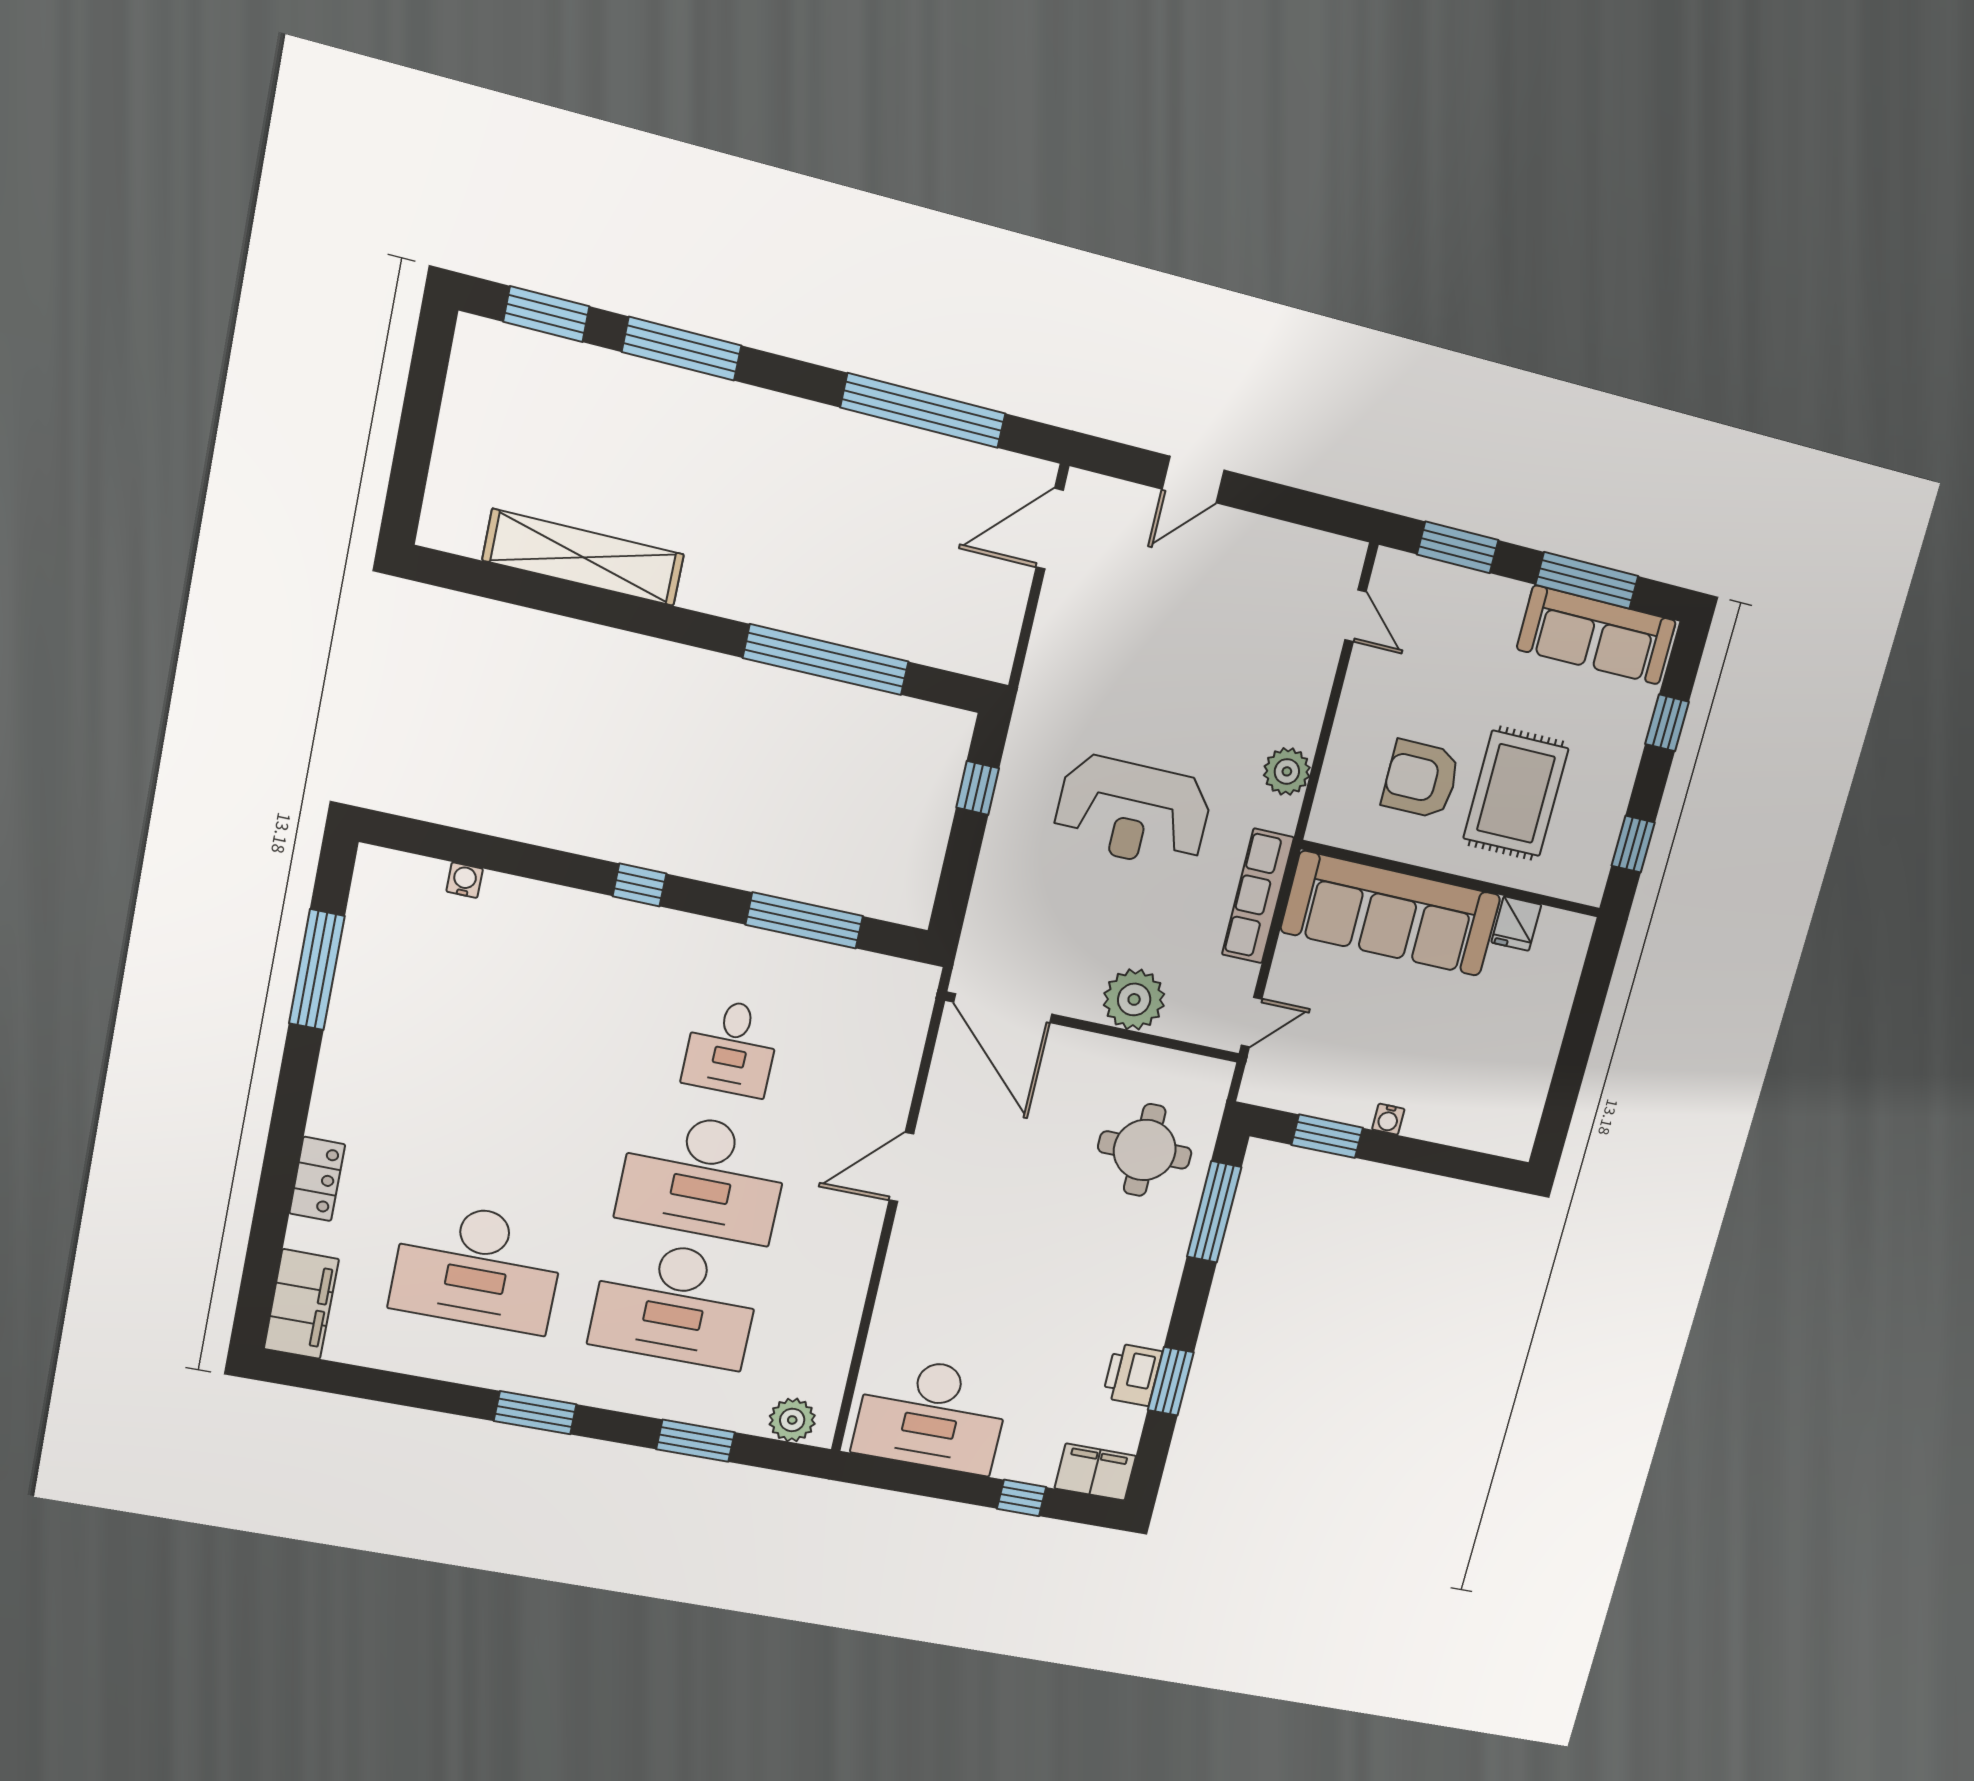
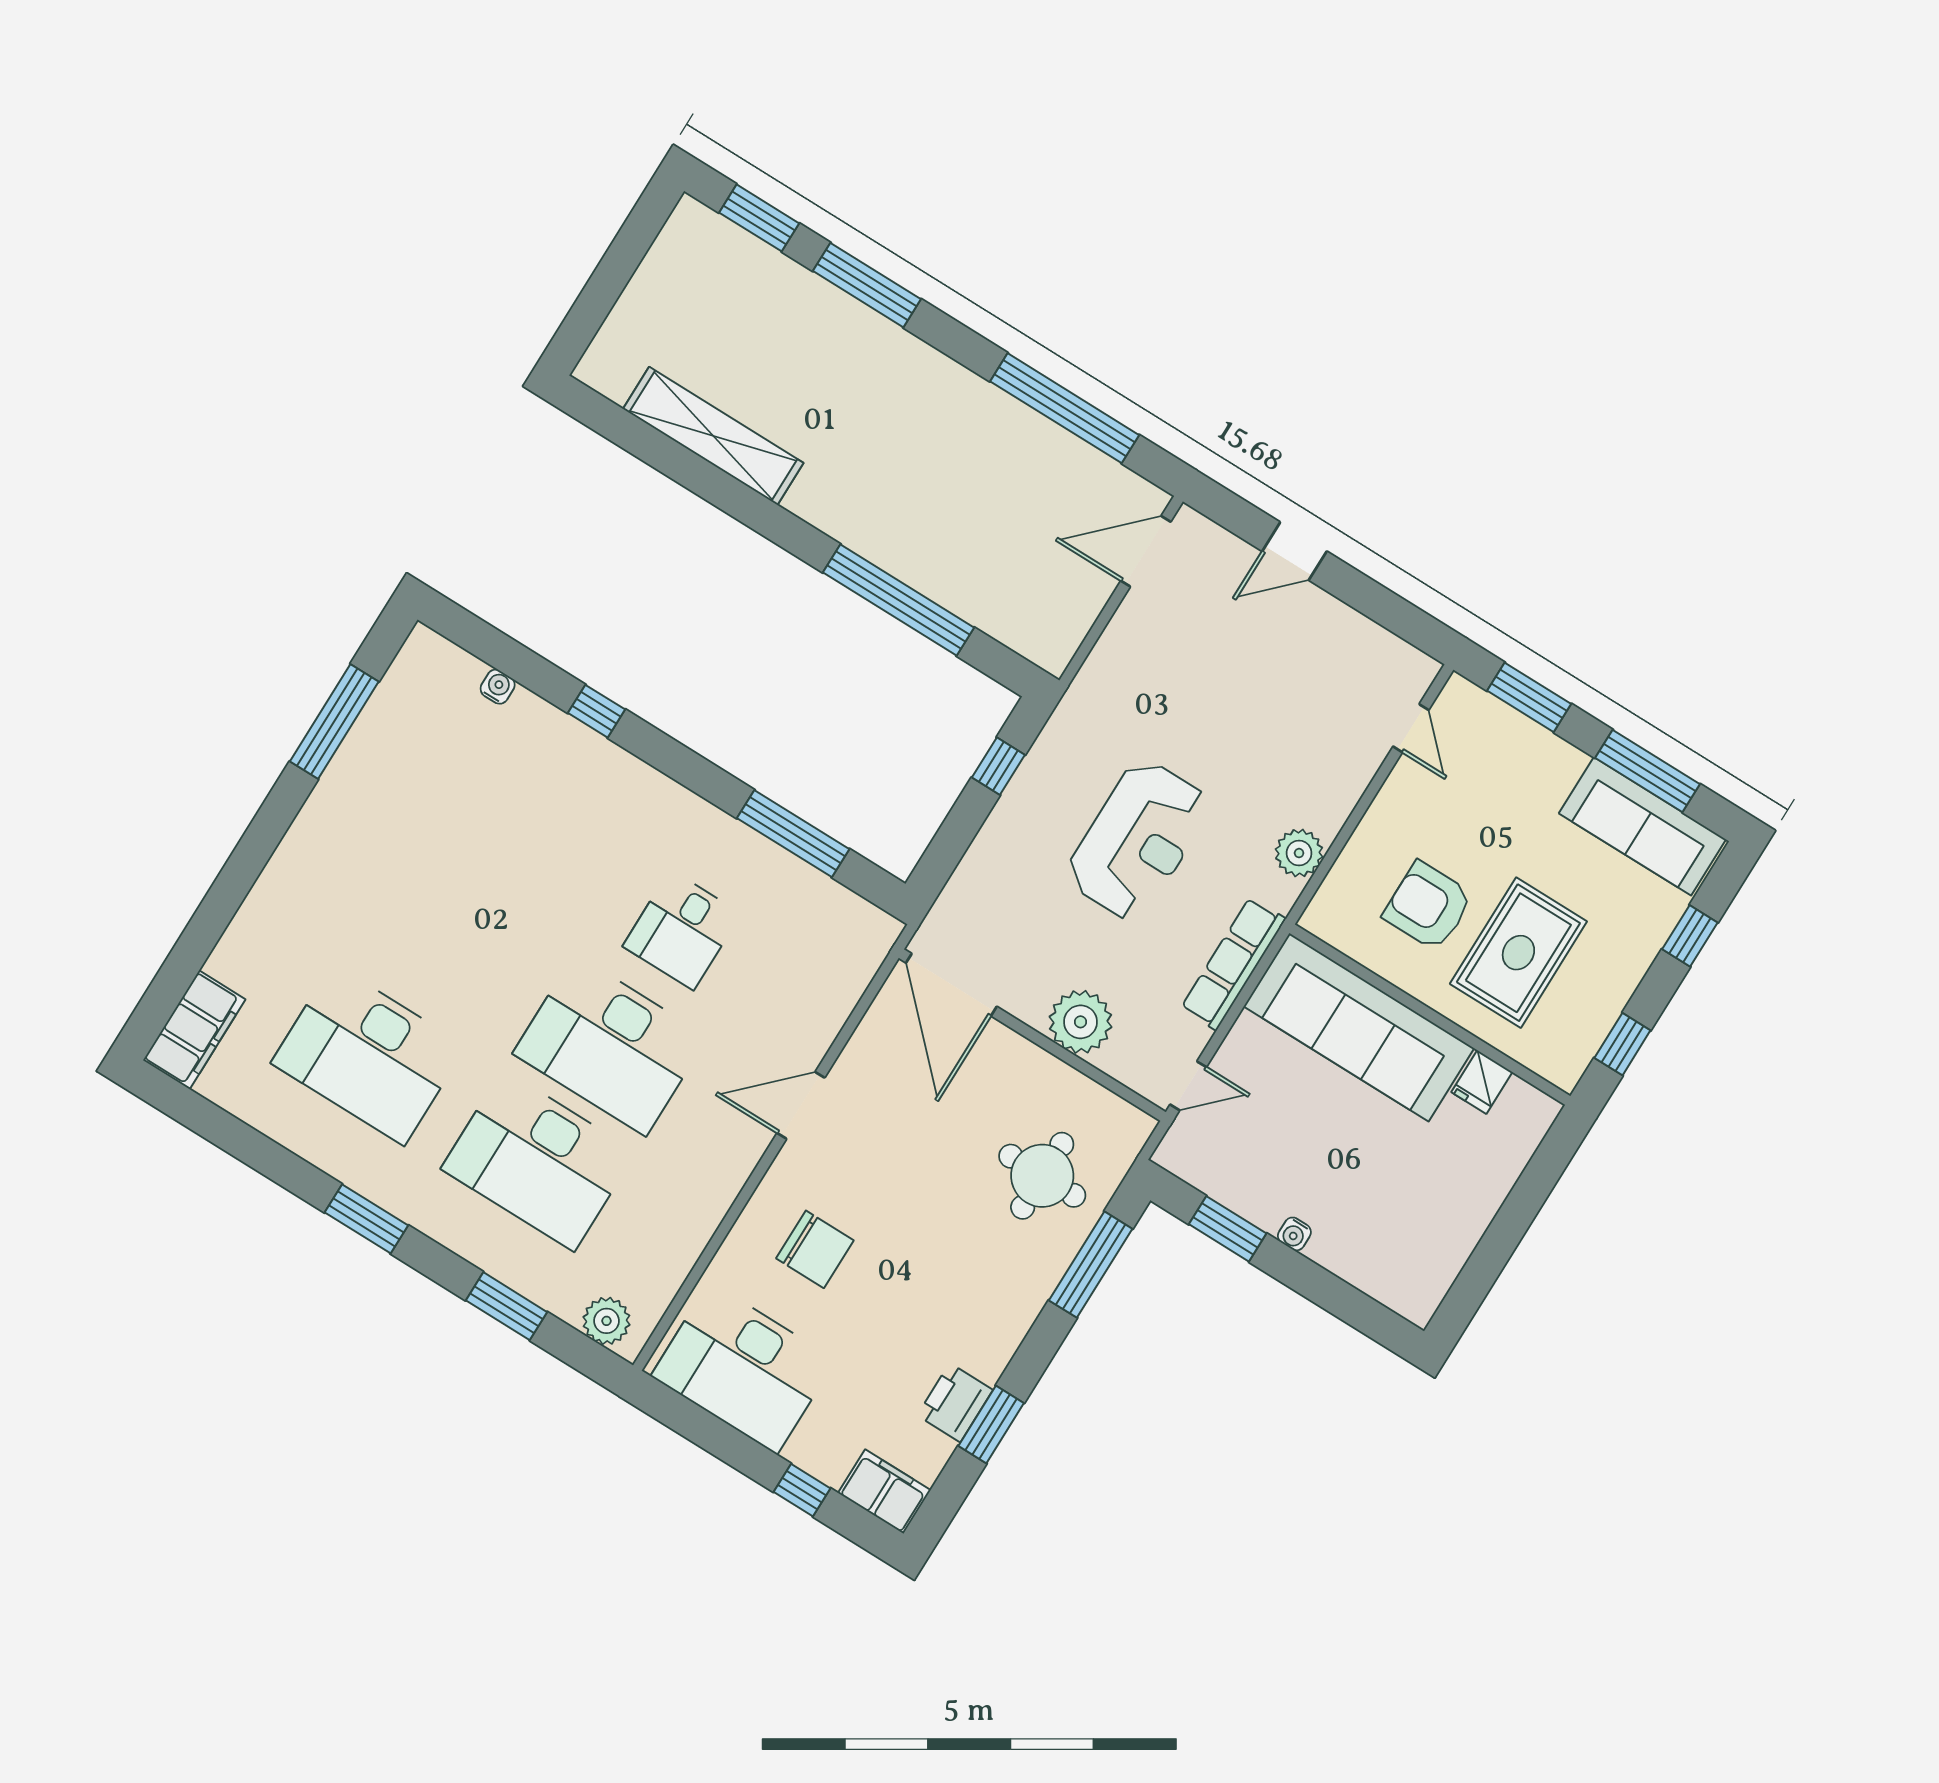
reception desk: (1133, 812) -> (1138, 840), turned -90
window: (639, 885) -> (596, 711), moved
locker: (317, 1179) -> (257, 916), removed
chair: (960, 1289) -> (815, 1249), added

